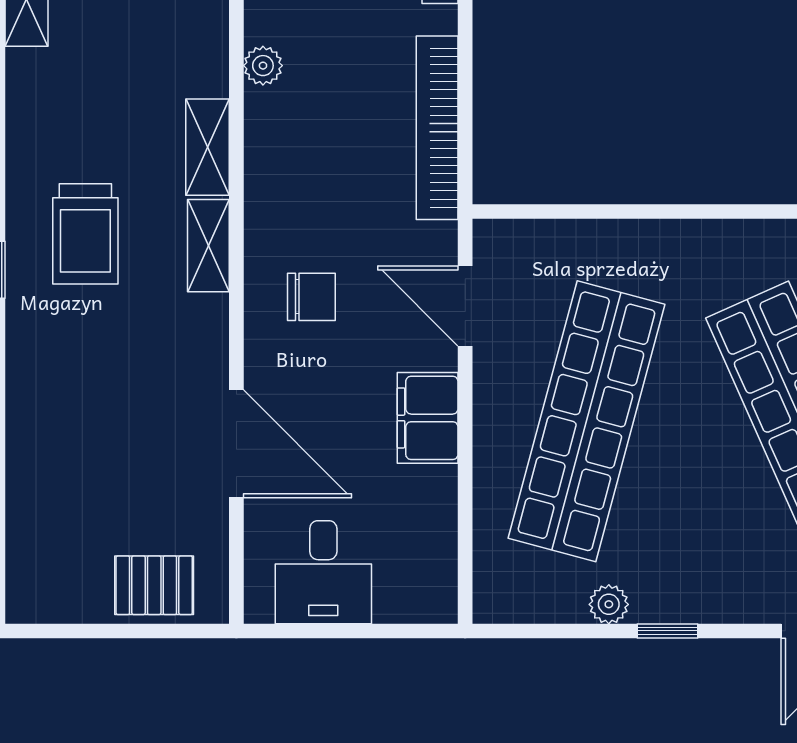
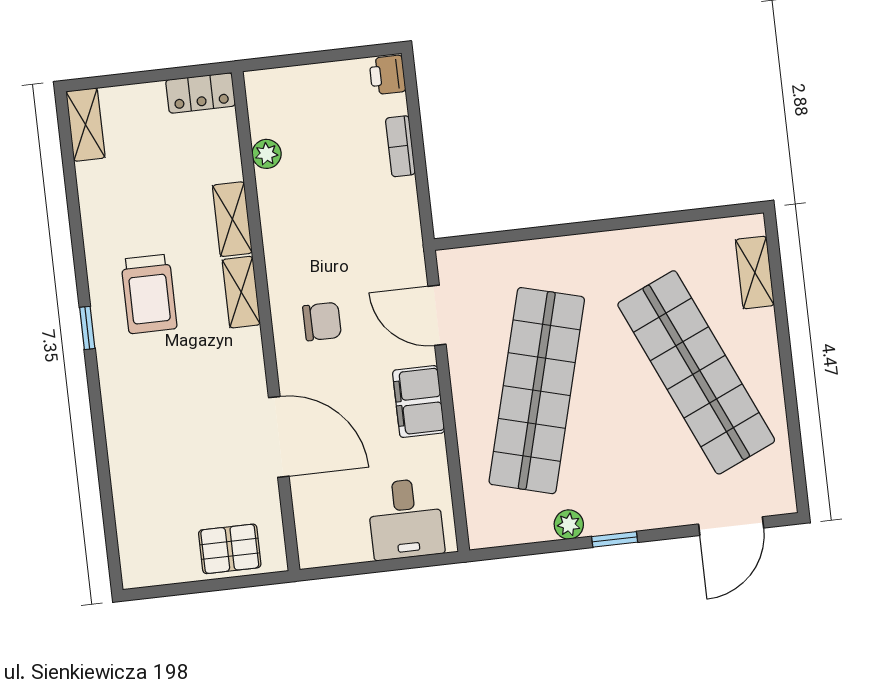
bookcase: (437, 128) -> (400, 146), width x0.43, depth x0.76
desk: (323, 572) -> (406, 519), moved

